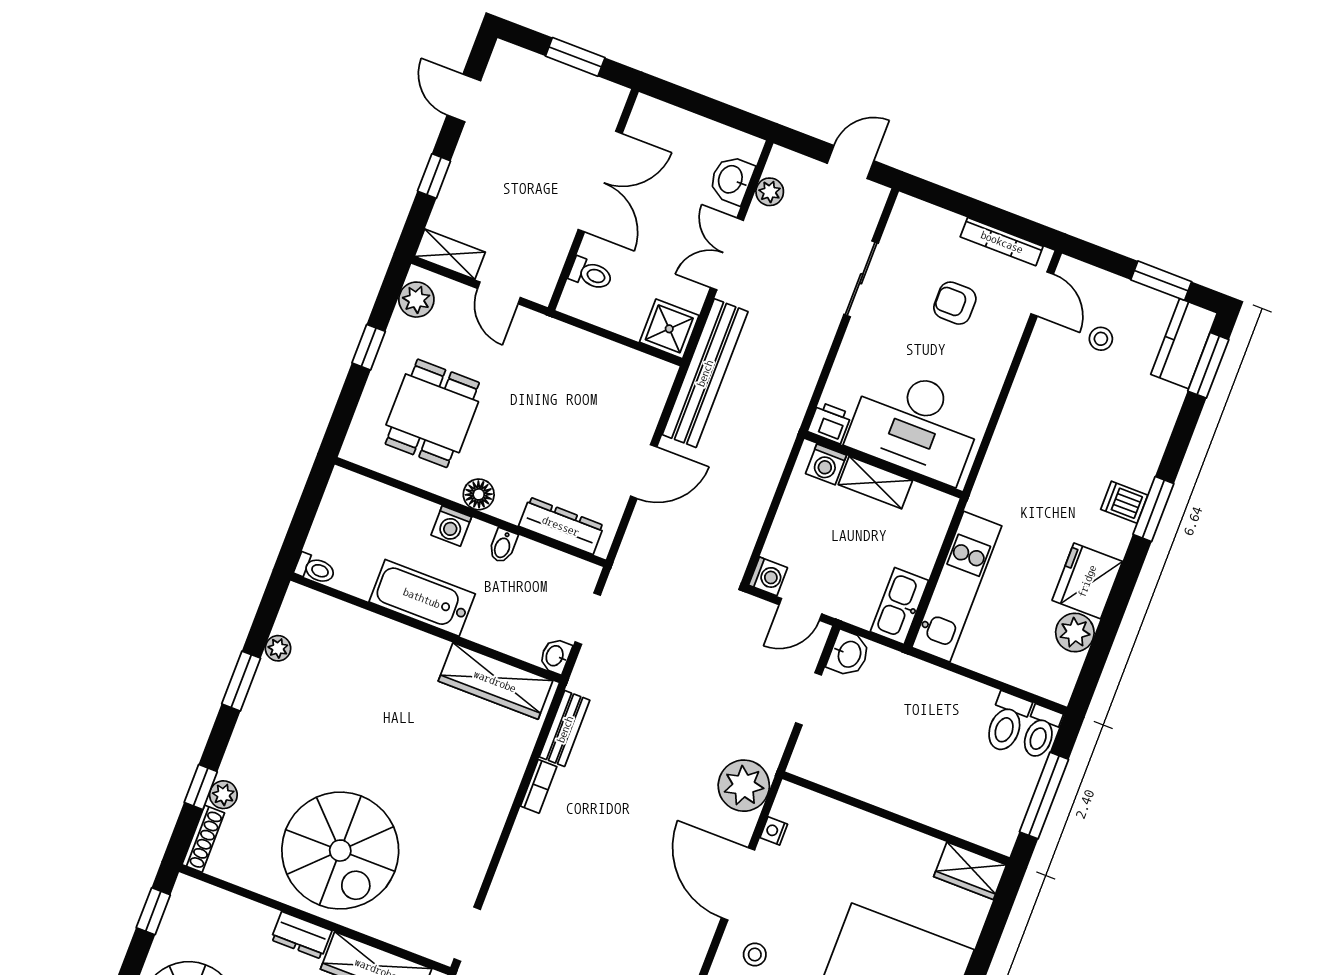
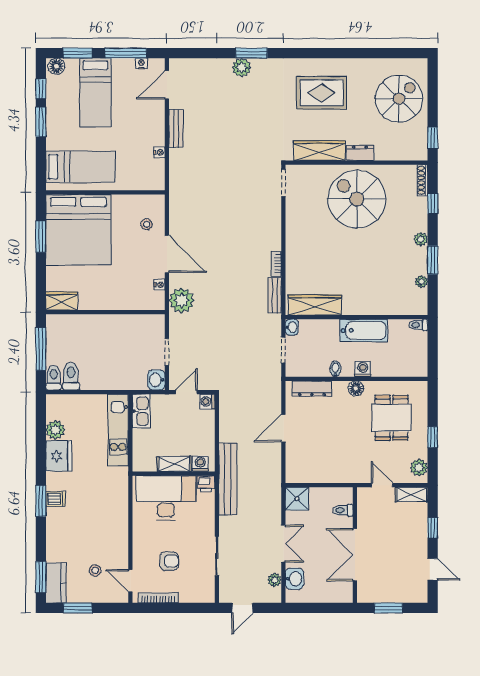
bench: (705, 373) -> (228, 479), moved
plant: (223, 795) -> (421, 239), moved

